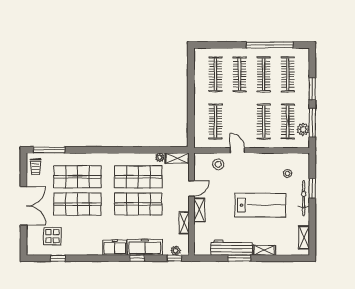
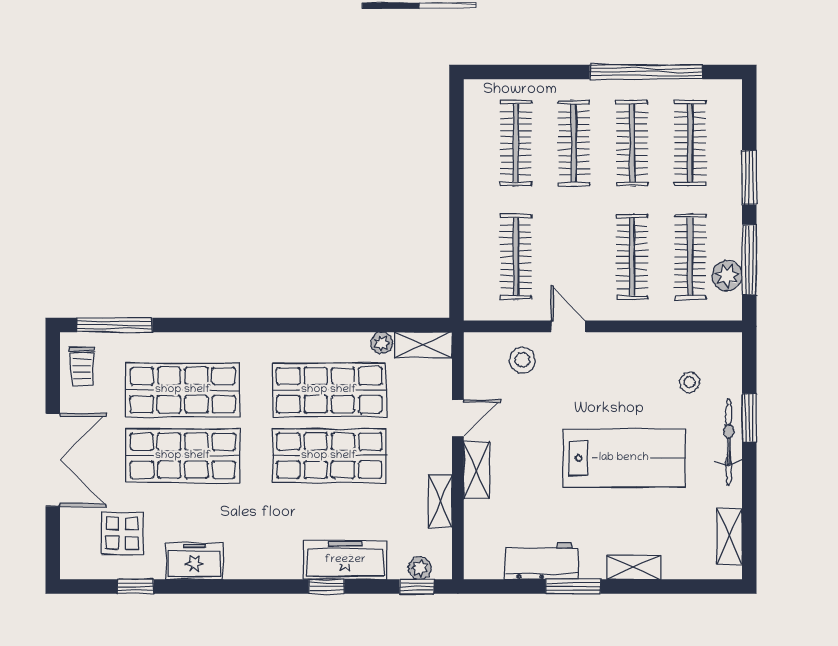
freezer: (115, 248) -> (195, 561), moved
workbench: (232, 248) -> (541, 561), width x0.73

